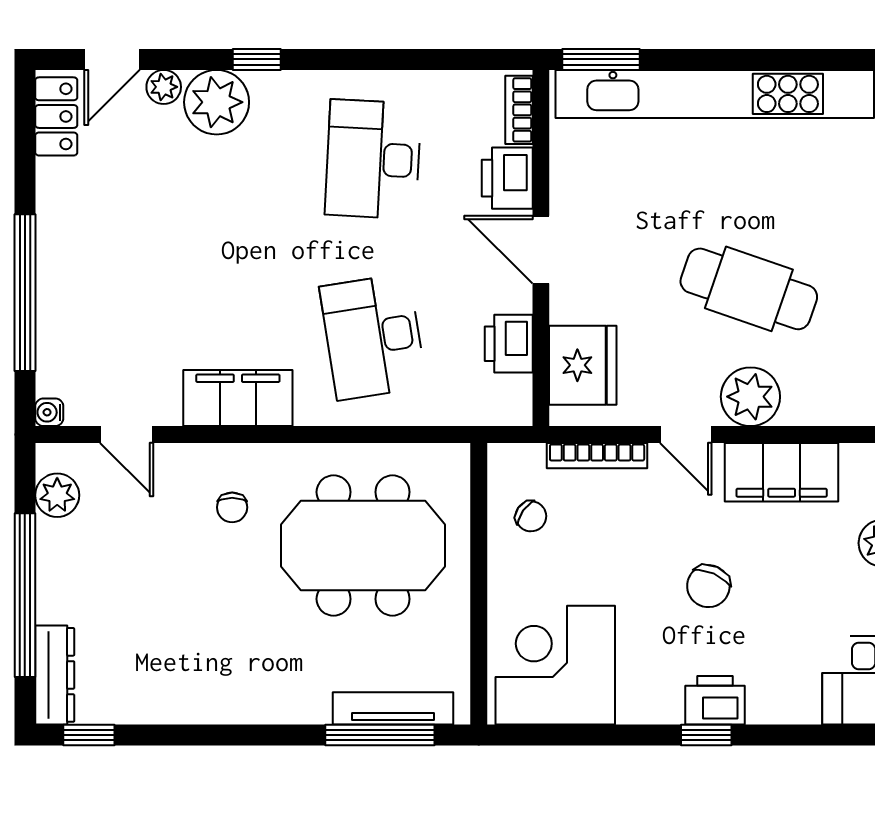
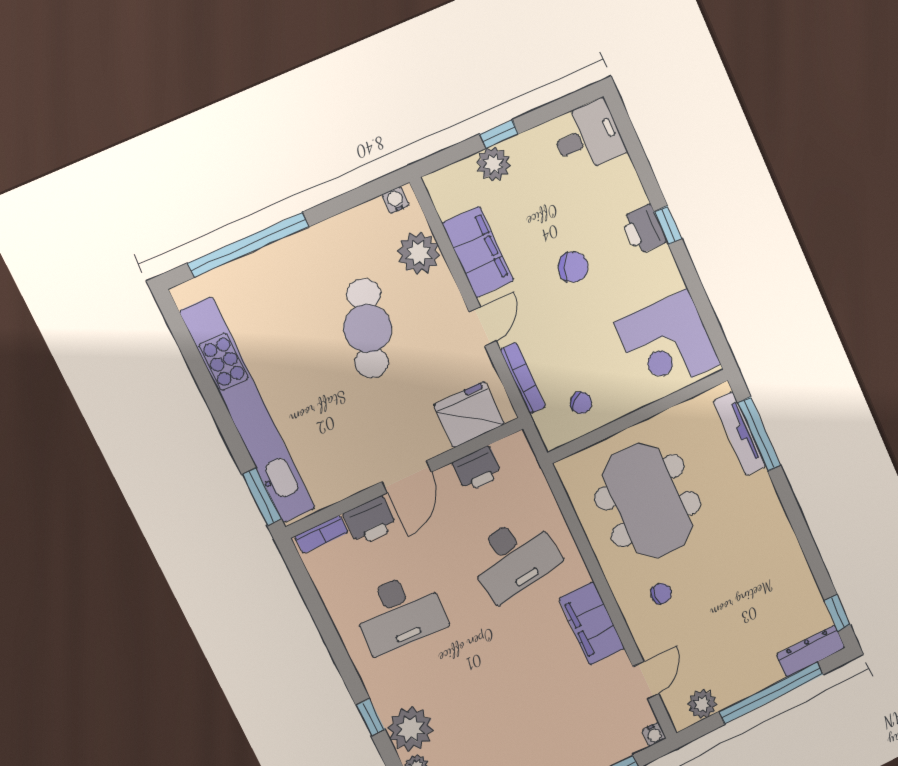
plant: (750, 397) -> (419, 253), moved
chair: (531, 516) -> (581, 403), turned 105

